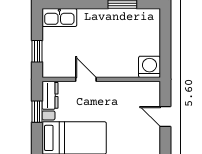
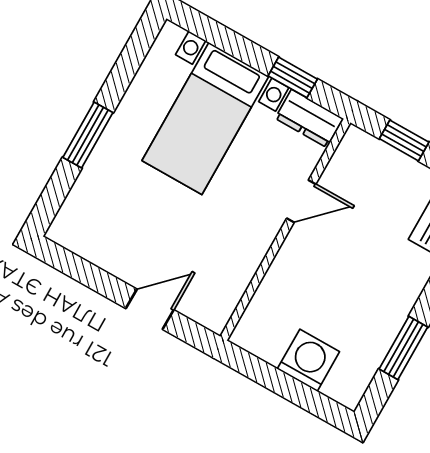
washing machine: (149, 67) -> (308, 360), moved, turned -90

